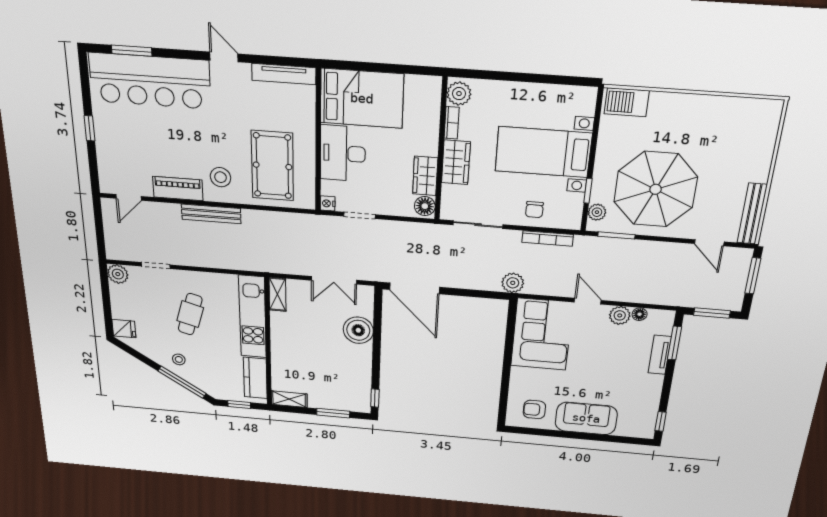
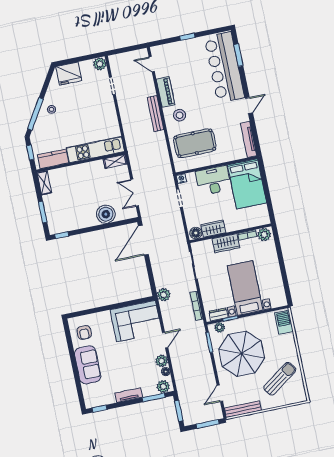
sun lounger: (725, 137) -> (280, 379), added
dresser: (574, 208) -> (218, 314), added
chair: (534, 210) -> (211, 293), removed
cafe table: (190, 314) -> (86, 112), removed
plant: (662, 325) -> (163, 387), added
fridge: (124, 329) -> (69, 74), width x1.88, depth x1.34
tv unit: (660, 355) -> (129, 395), moved
armchair: (534, 409) -> (84, 333), turned 180

